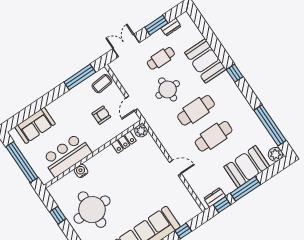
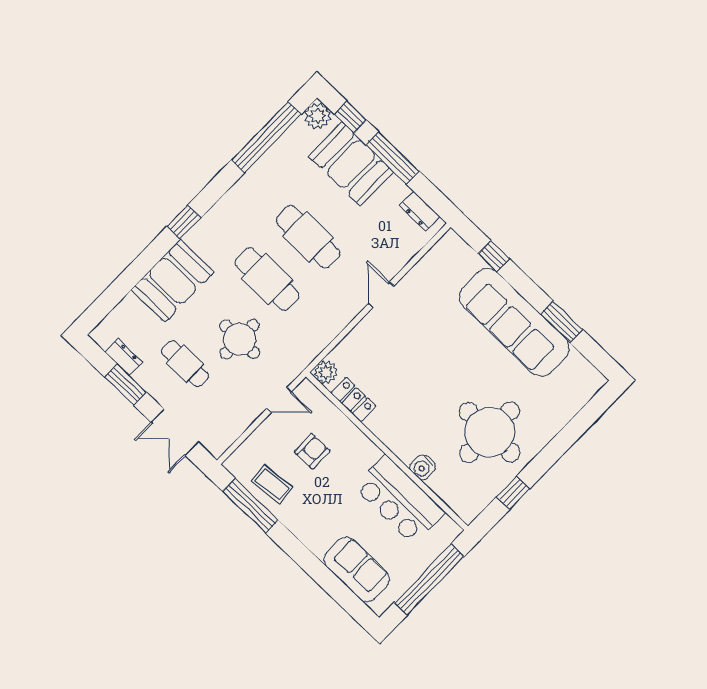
coffee table: (102, 84) -> (272, 484), moved
armchair: (101, 115) -> (312, 451), turned 90
window: (222, 205) -> (350, 117), moved

